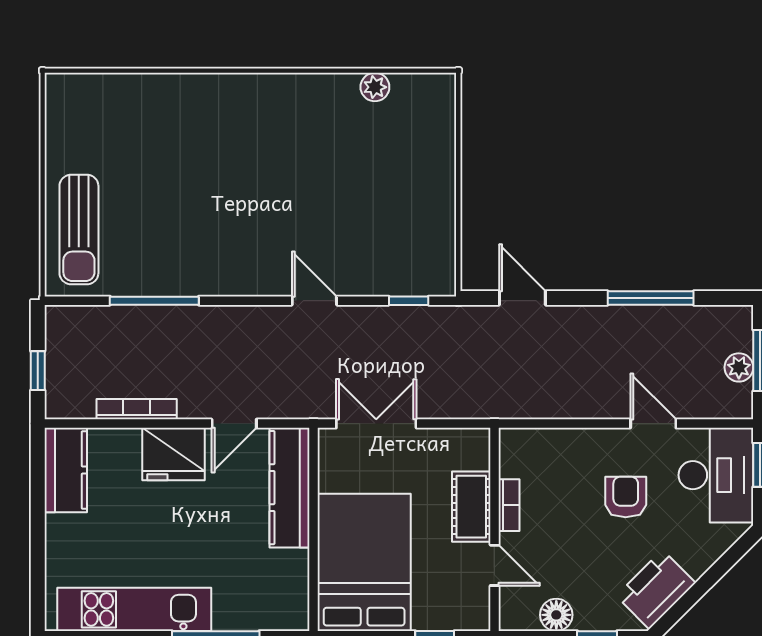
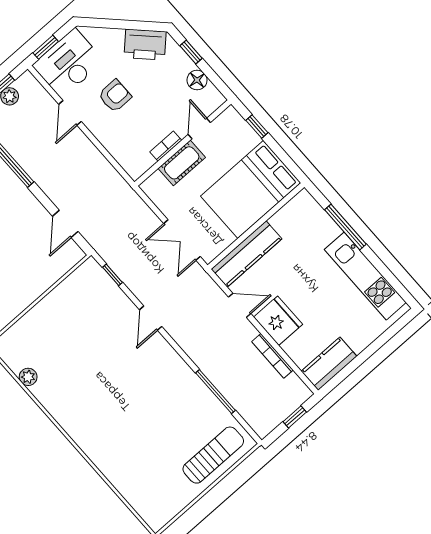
armchair: (626, 497) -> (115, 96), turned 180

